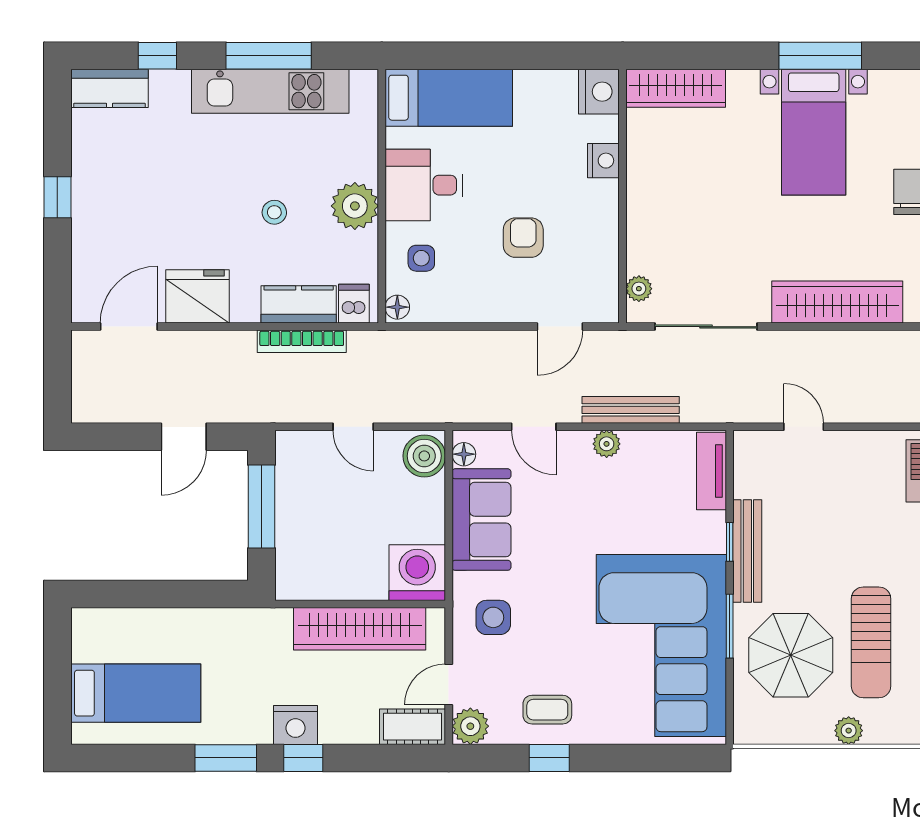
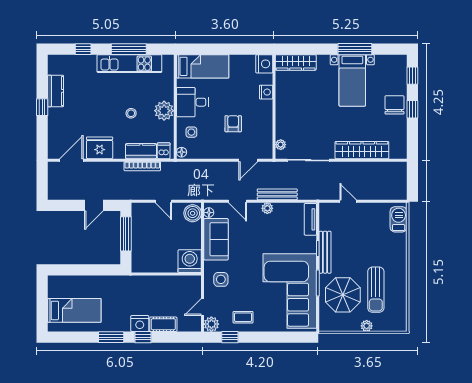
kitchen counter: (109, 88) -> (56, 91), moved, turned -90
wardrobe: (360, 629) -> (166, 284), removed
cot: (412, 727) -> (163, 324), moved
window: (549, 758) -> (230, 337), moved

